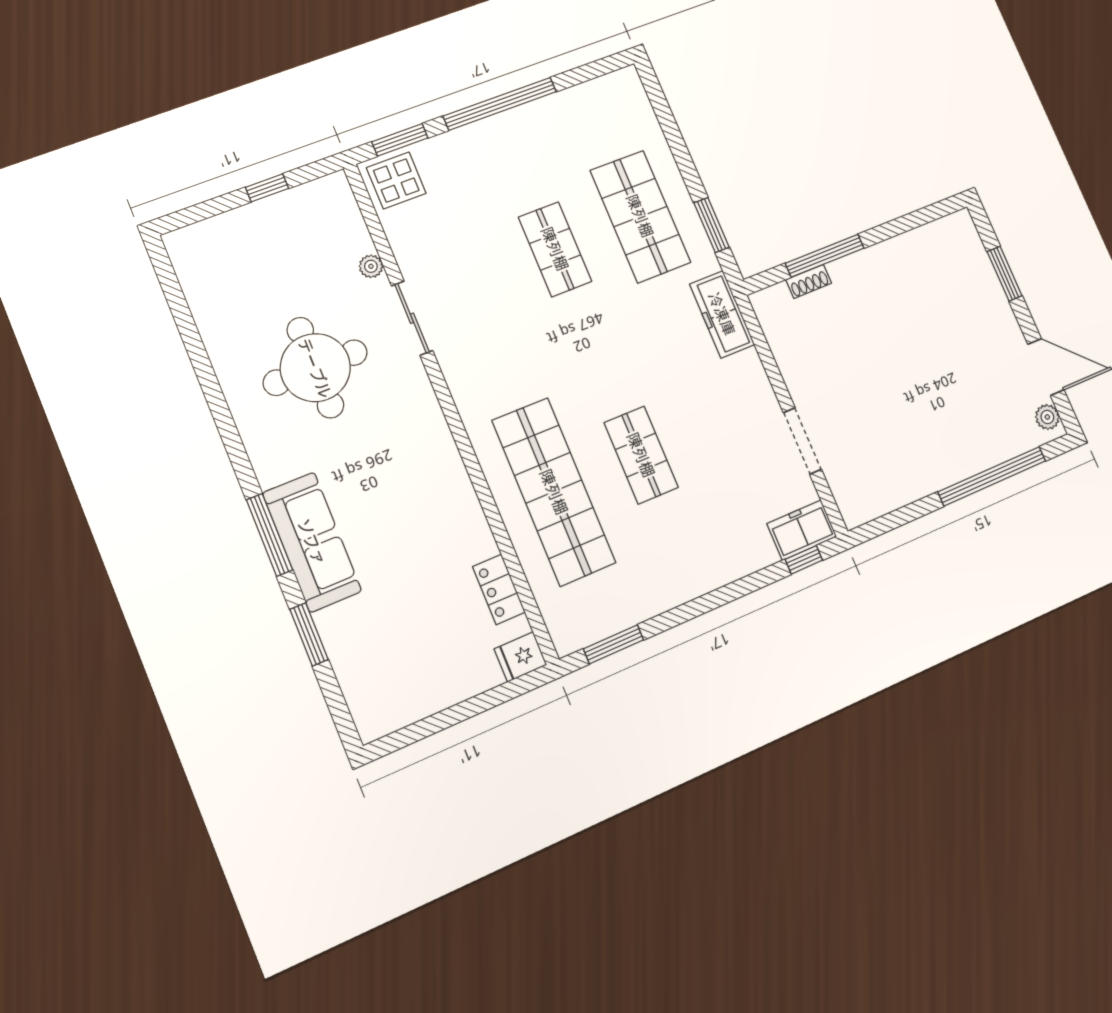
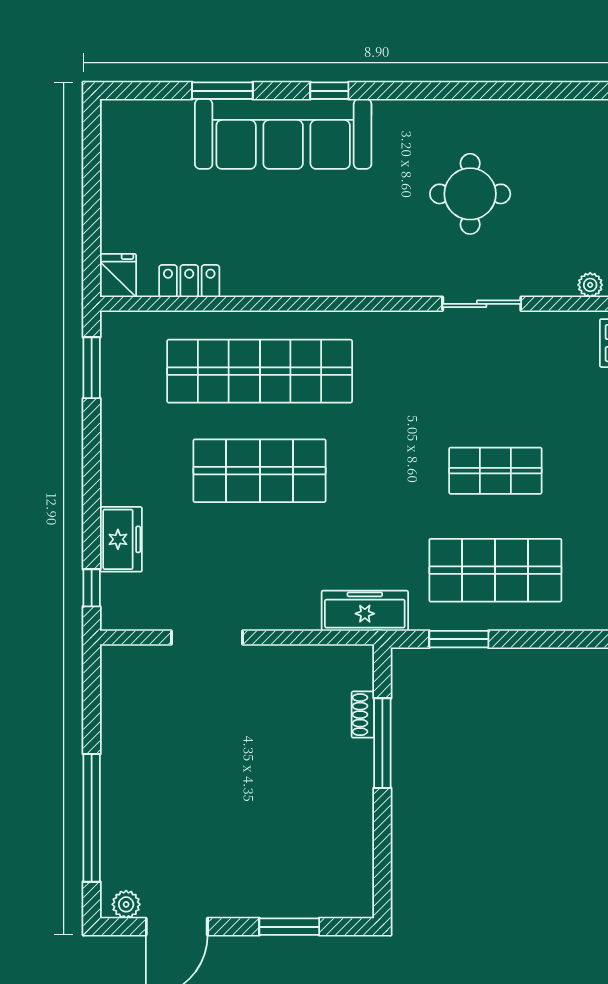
plant: (371, 266) -> (590, 285), moved
round table: (315, 368) -> (470, 194), width x0.73, depth x0.73
shop shelf: (641, 455) -> (260, 471), width x1.43, depth x1.36
freezer: (802, 530) -> (121, 539), moved
window: (269, 535) -> (329, 91), width x0.46
sofa: (312, 542) -> (283, 134), width x1.36, depth x1.27

